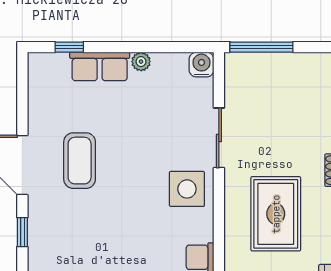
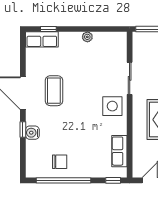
water cooler: (202, 65) -> (32, 133), moved, turned -90
row of seats: (100, 66) -> (42, 39), moved

